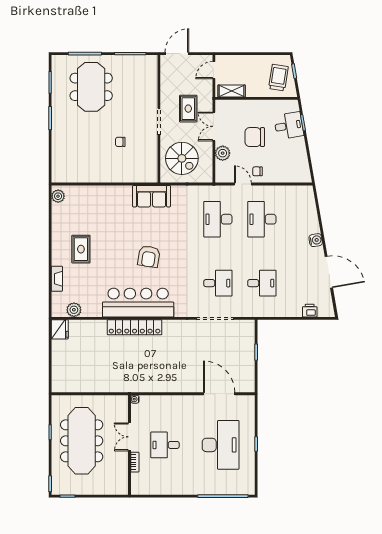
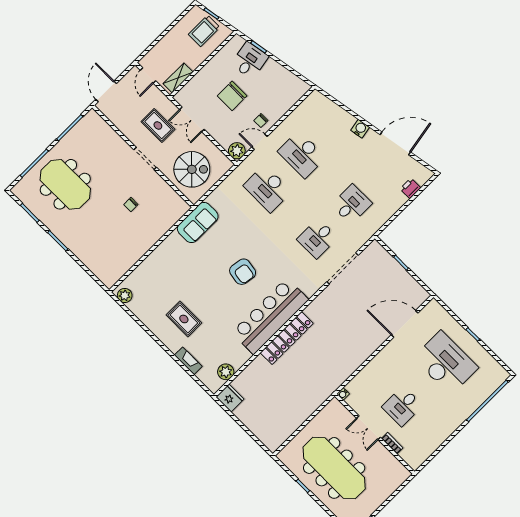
trolley: (278, 78) -> (204, 31), turned -99
plant: (223, 153) -> (237, 151), moved
desk: (218, 283) -> (317, 239), turned 180

